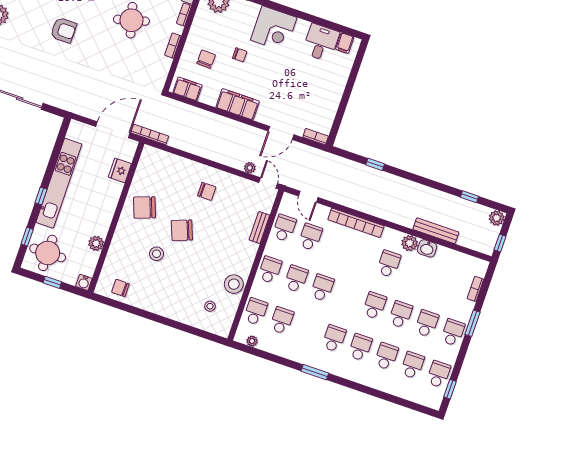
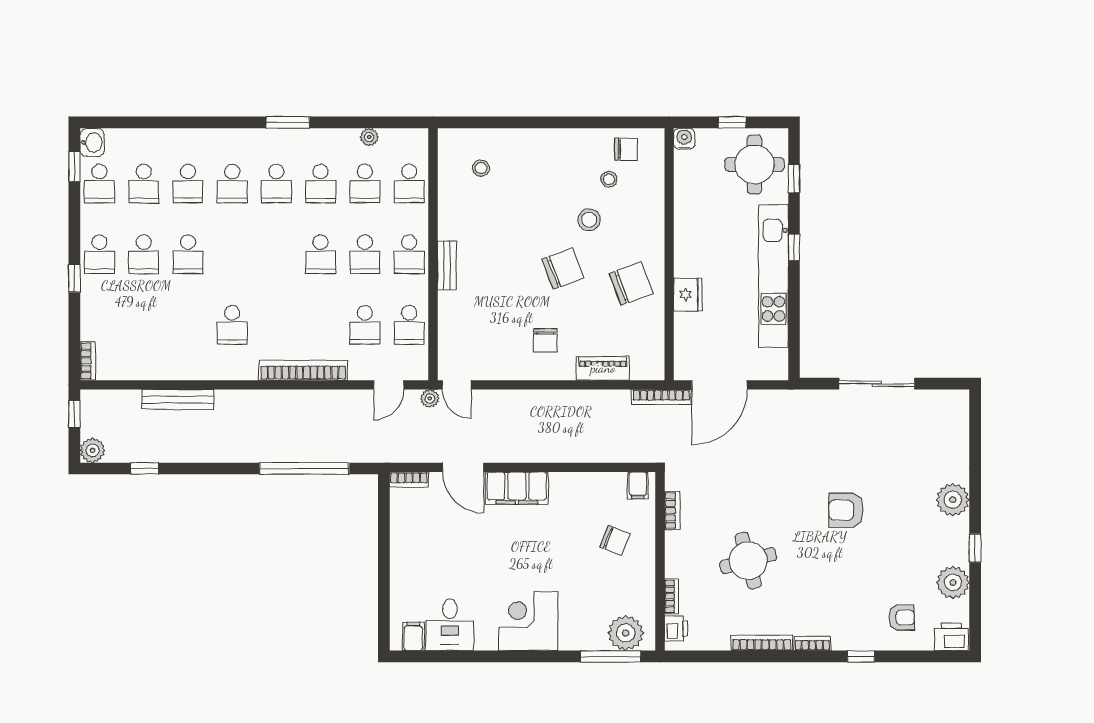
bookcase: (173, 46) -> (672, 511), moved
chair: (240, 55) -> (566, 564), removed
chair: (206, 59) -> (615, 540), turned -70
filing cabinet: (187, 89) -> (638, 485), width x0.50
filing cabinet: (238, 104) -> (517, 488), moved
door: (281, 133) -> (463, 467), swing flipped
piano: (178, 163) -> (603, 368), added
window: (375, 164) -> (304, 468), width x3.17
plant: (250, 168) -> (430, 398), moved
fridge: (120, 170) -> (688, 295), moved
chair: (207, 191) -> (545, 340), turned -90
door: (308, 197) -> (389, 385), swing flipped
bench: (259, 228) -> (447, 265), moved
plant: (96, 243) -> (686, 204), removed
plant: (410, 243) -> (211, 367), removed
washbasin: (427, 248) -> (92, 142), moved, turned 90
stool: (234, 284) -> (609, 179), moved, width x0.53, depth x0.53
bookcase: (475, 289) -> (88, 361), moved
school desk: (374, 306) -> (321, 184), moved
window: (473, 323) -> (74, 278), width x0.67
plant: (252, 341) -> (369, 137), moved

